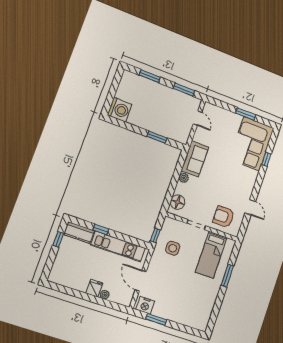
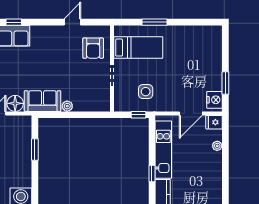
floor lamp: (178, 202) -> (15, 103), moved
fridge: (94, 288) -> (214, 122), moved

